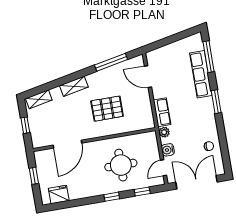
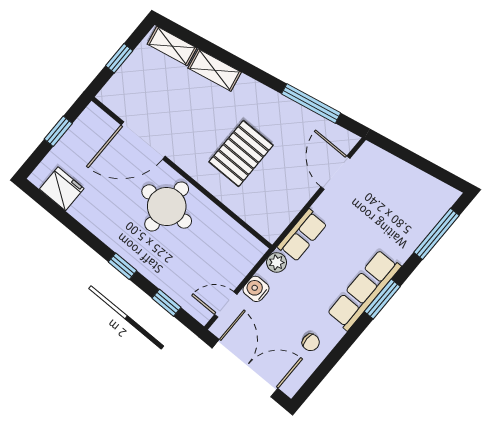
row of seats: (201, 74) -> (364, 290), moved
shelving: (74, 86) -> (215, 70), moved
pallet: (107, 109) -> (241, 153), turned 90
round table: (121, 165) -> (167, 206), moved

